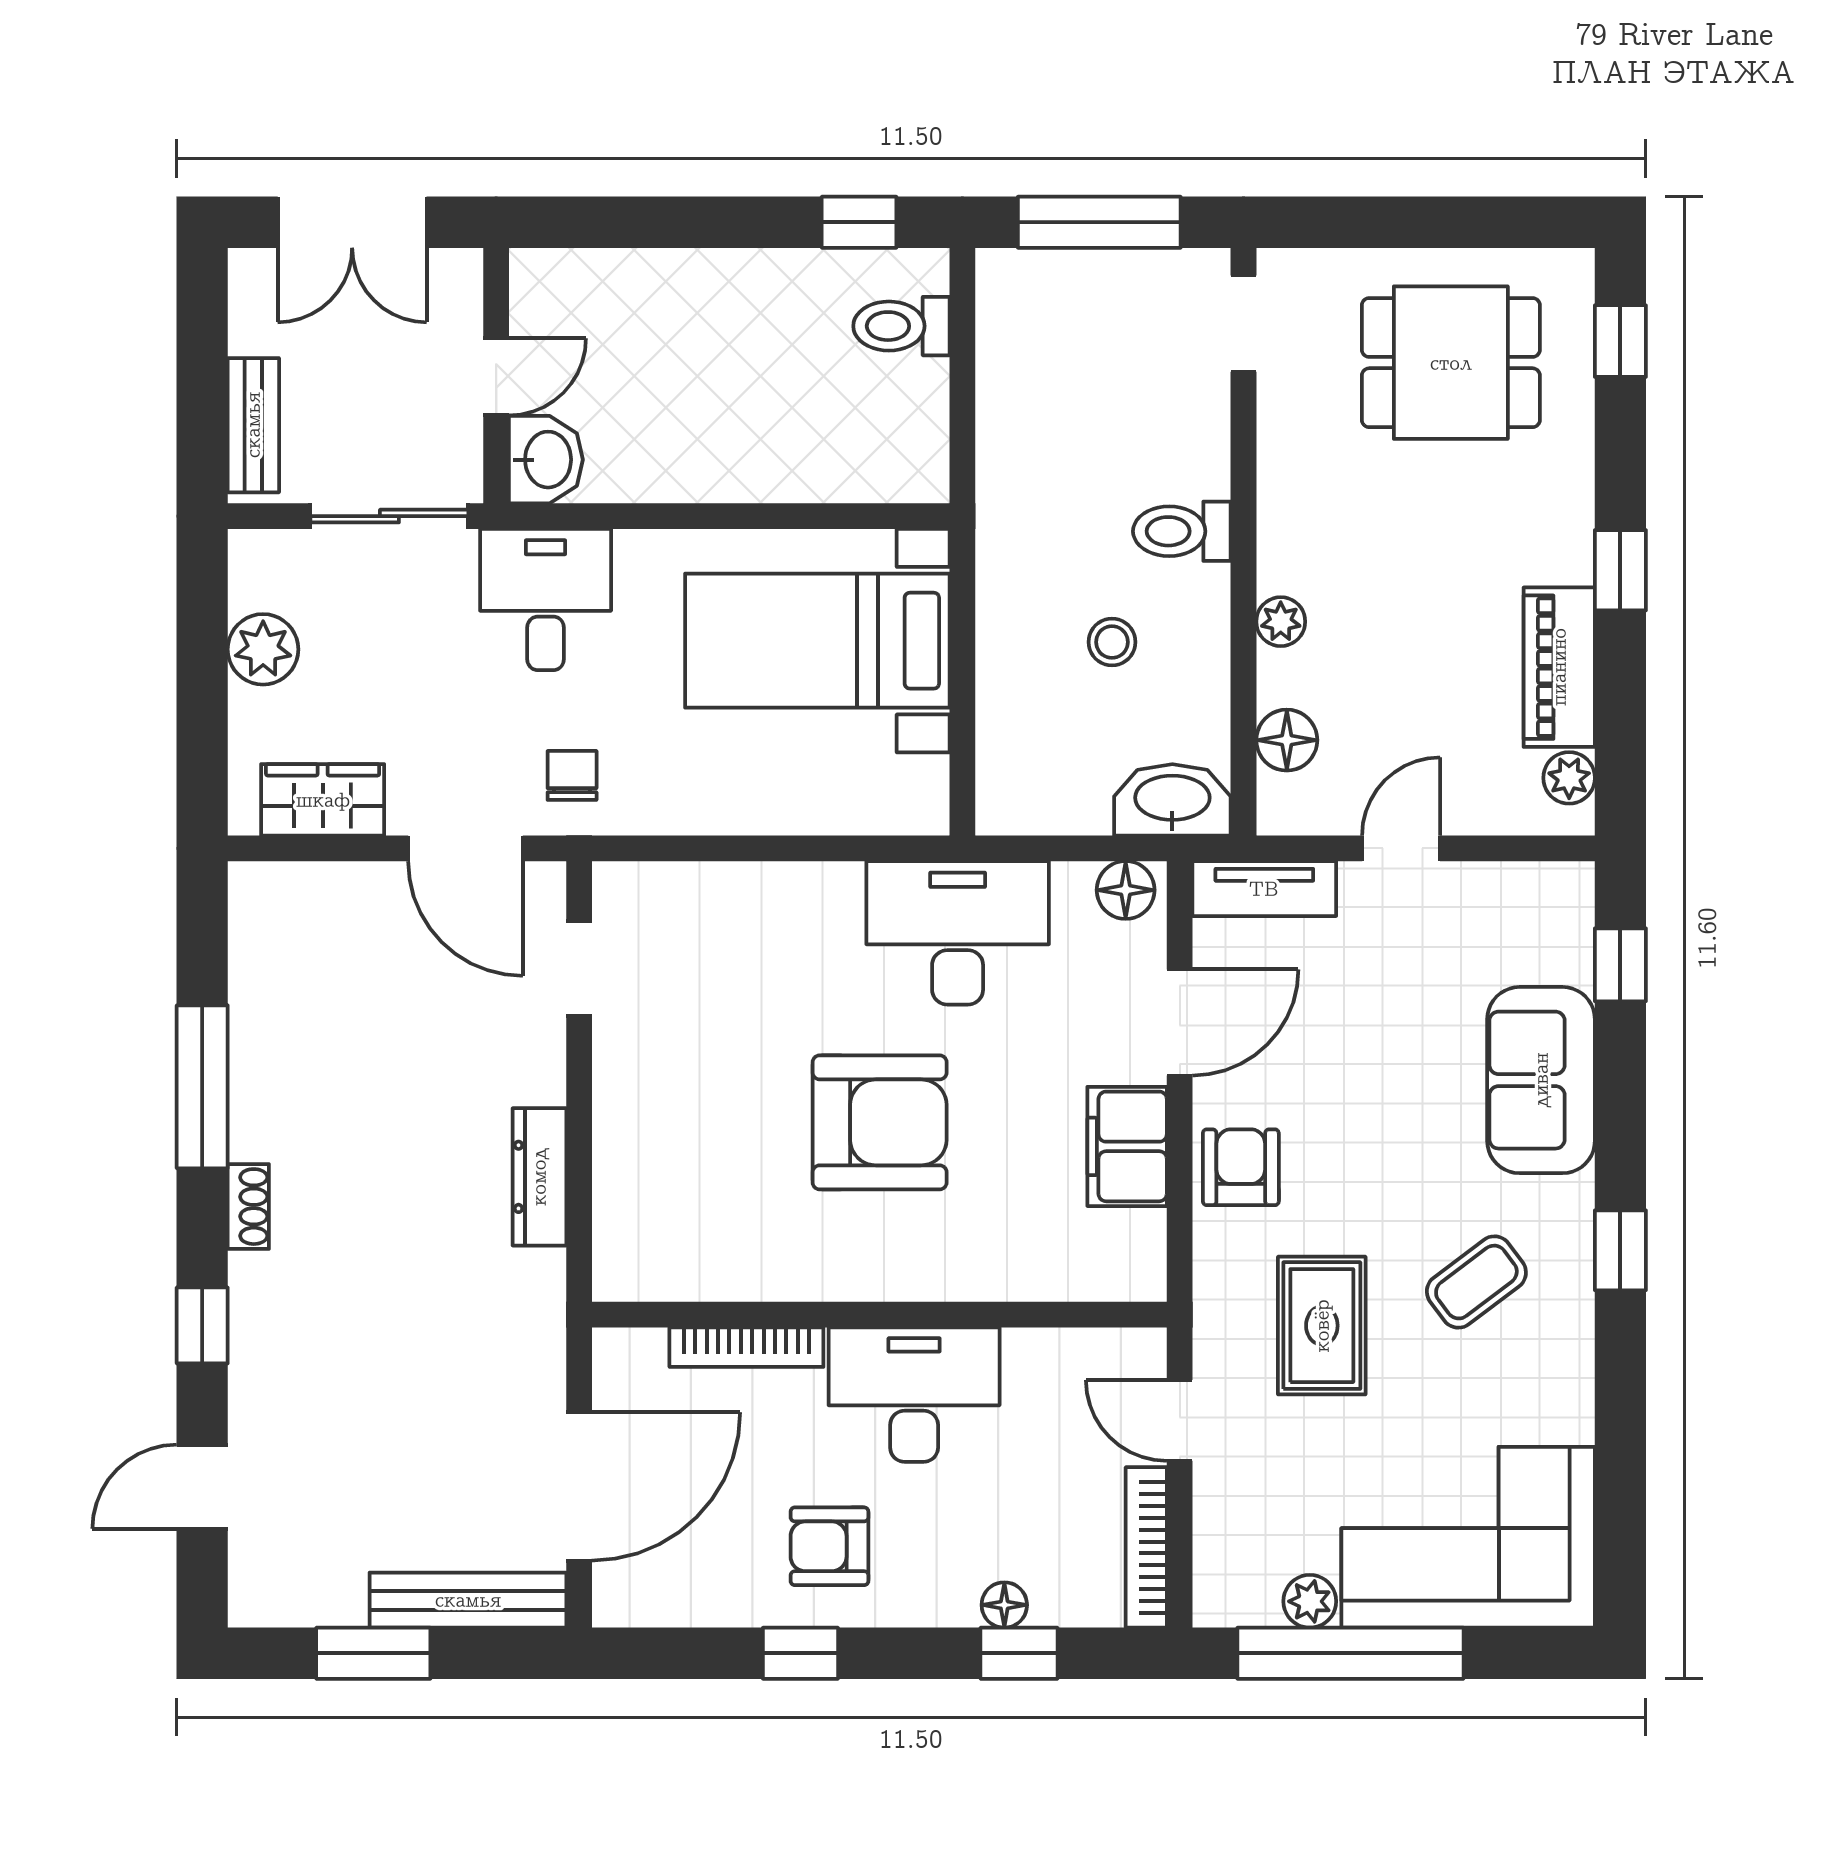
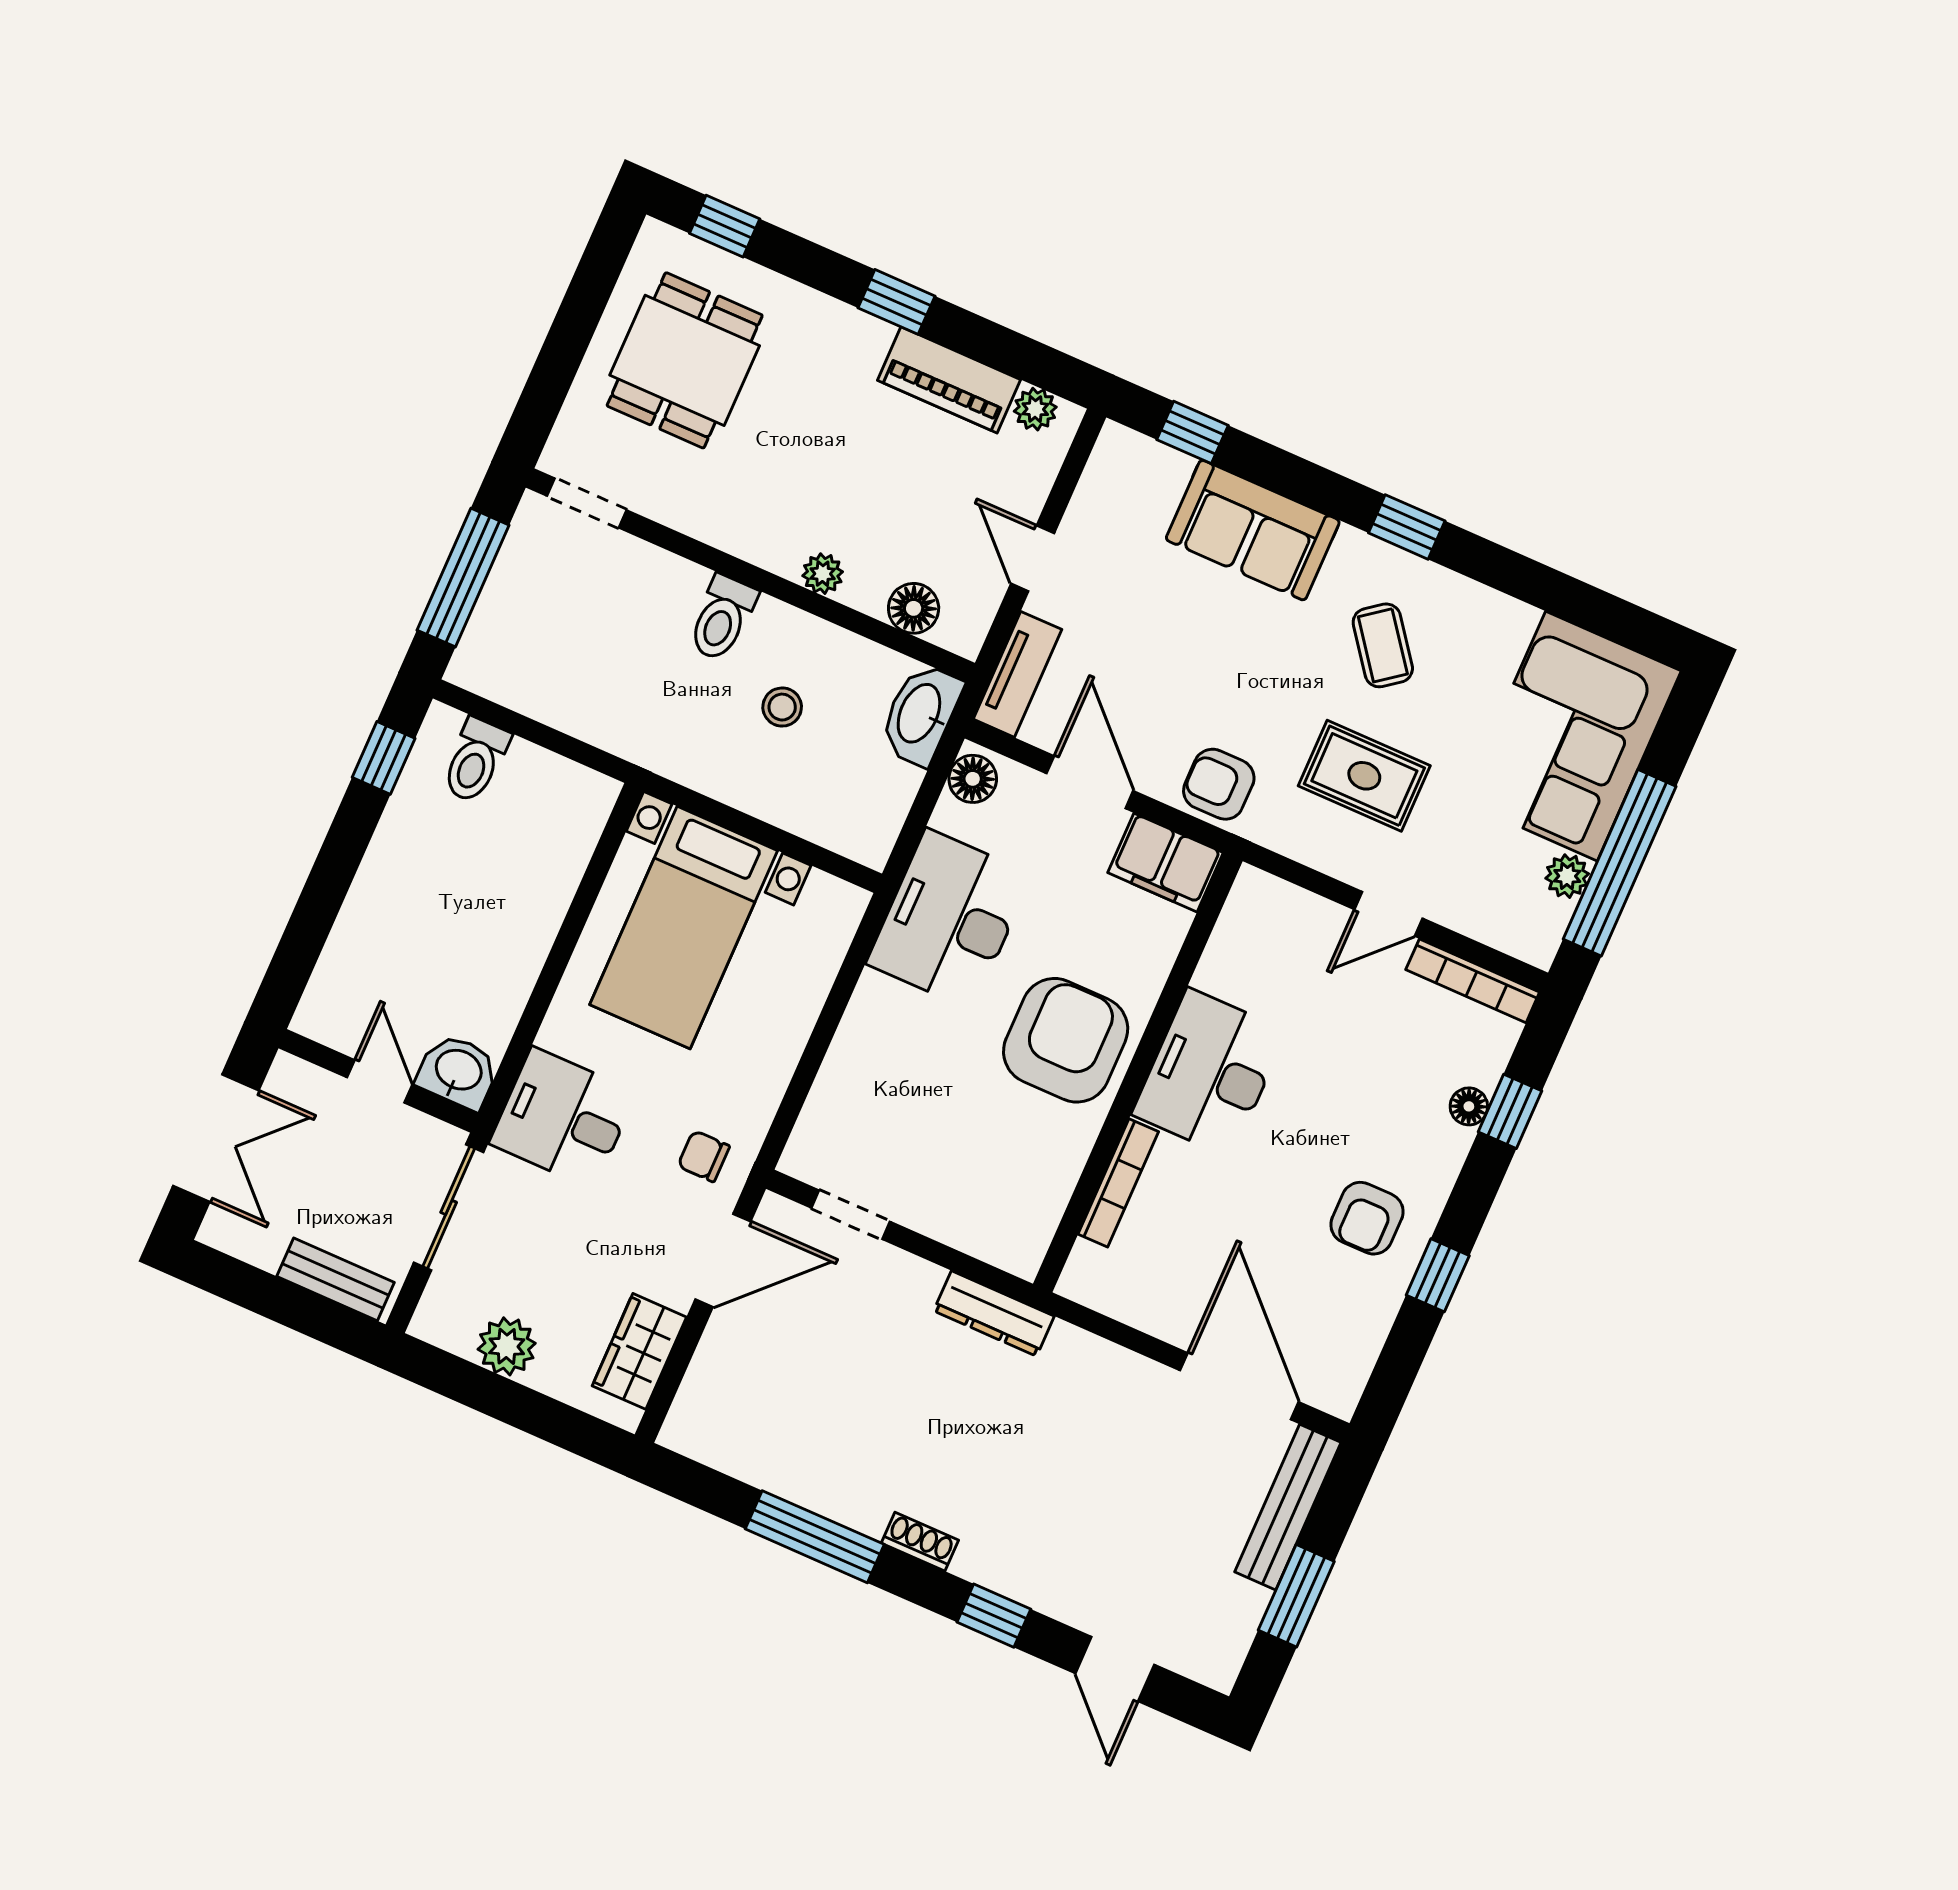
wall: (879, 1315) -> (1138, 1072), moved
bookcase: (746, 1347) -> (1118, 1183), moved
desk: (914, 1395) -> (1209, 1073), moved

